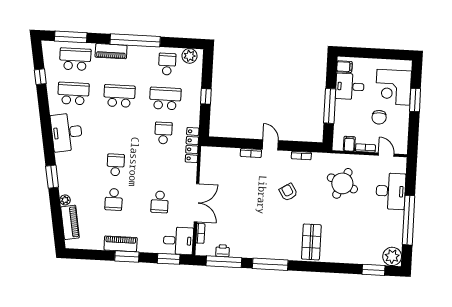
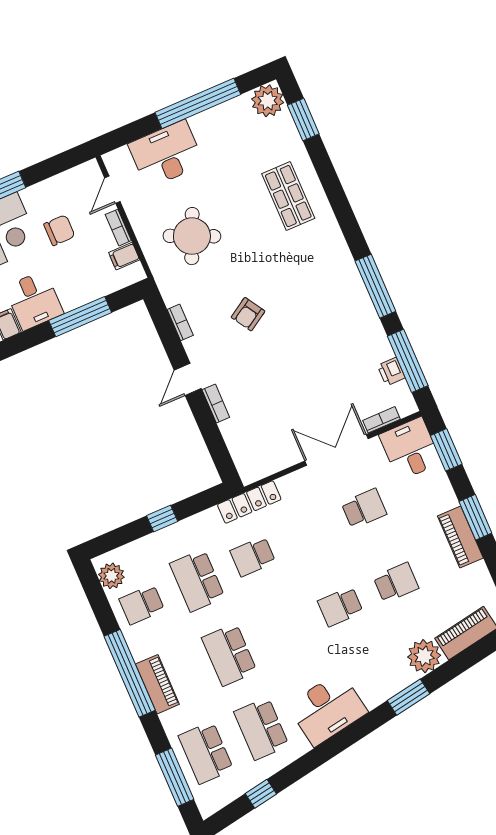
piano: (111, 51) -> (157, 684), moved
plant: (65, 200) -> (424, 656), width x1.87, depth x1.87
shop shelf: (311, 242) -> (288, 196), moved, turned 90

